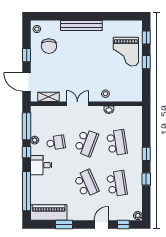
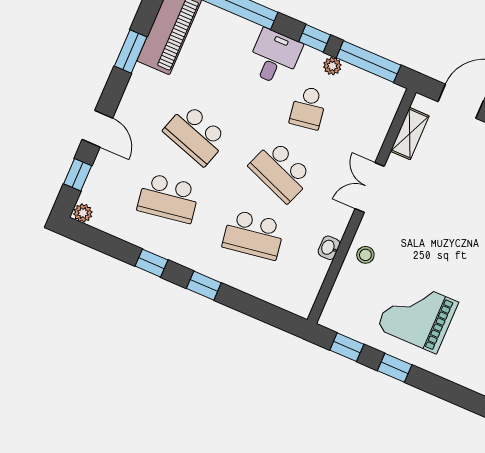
window: (146, 37) -> (347, 347), moved
grand piano: (126, 52) -> (417, 315), moved
double door: (77, 104) -> (370, 188), swing flipped
school desk: (86, 183) -> (196, 135), turned 42

